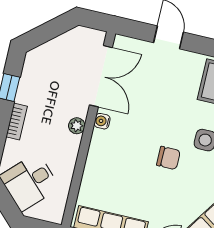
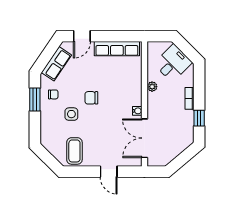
plant: (77, 126) -> (152, 87), moved

